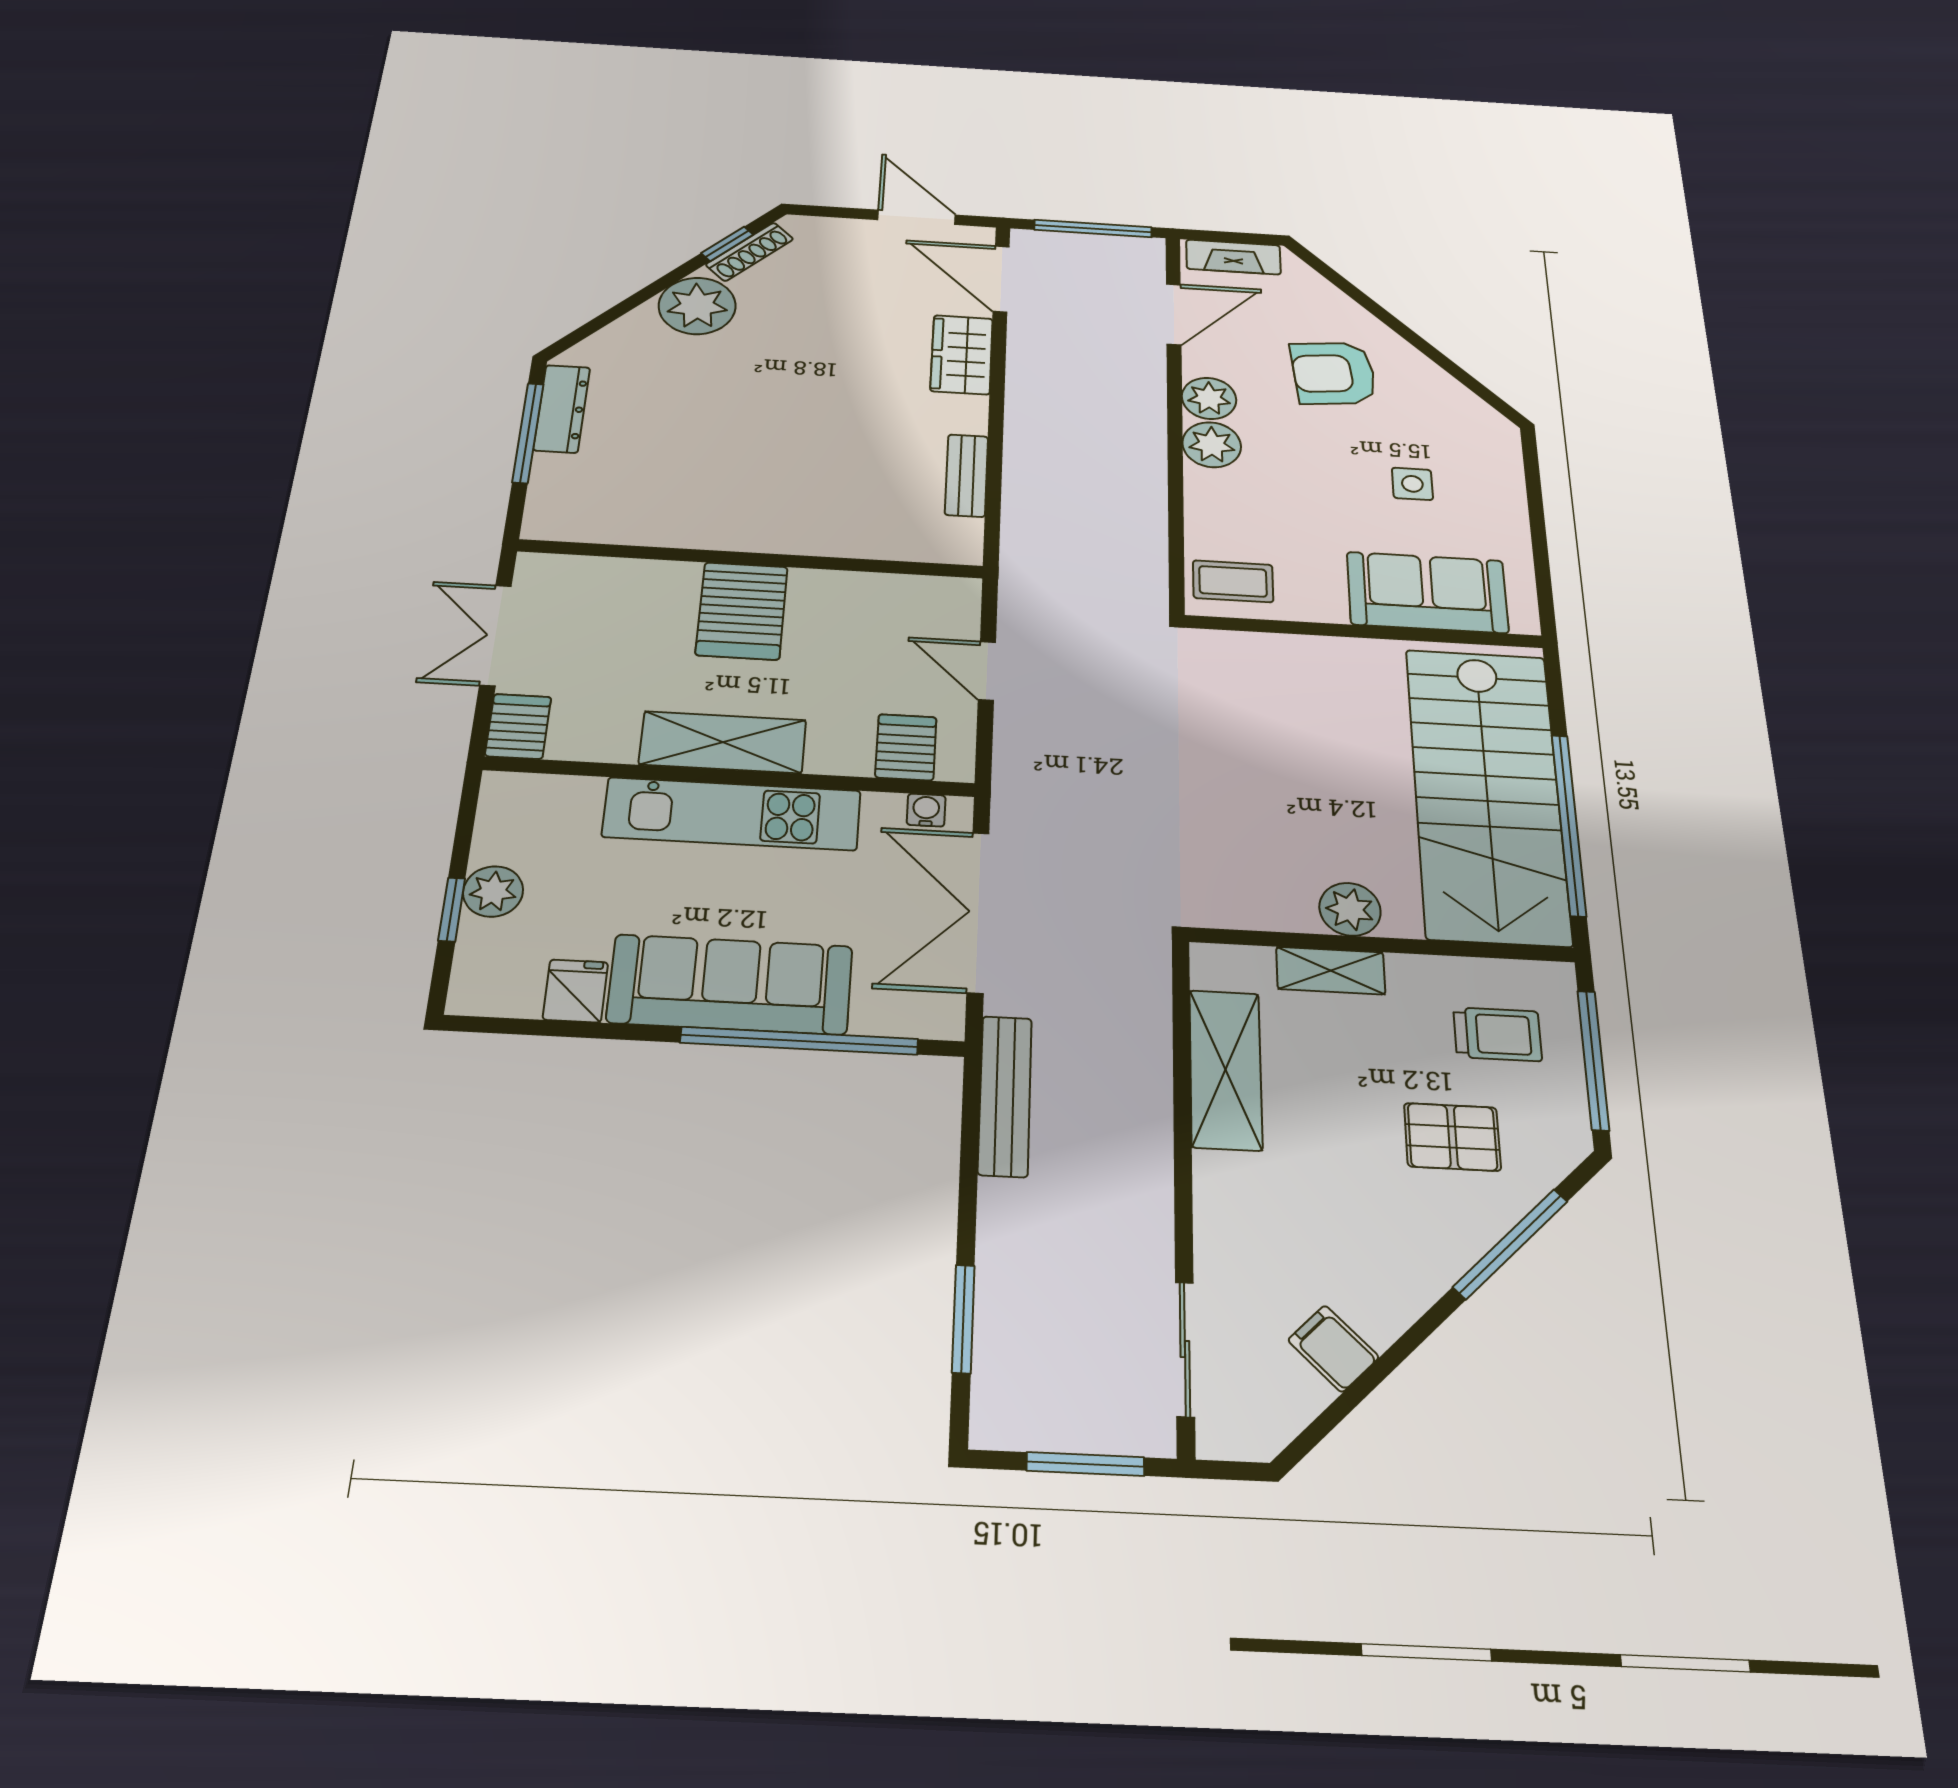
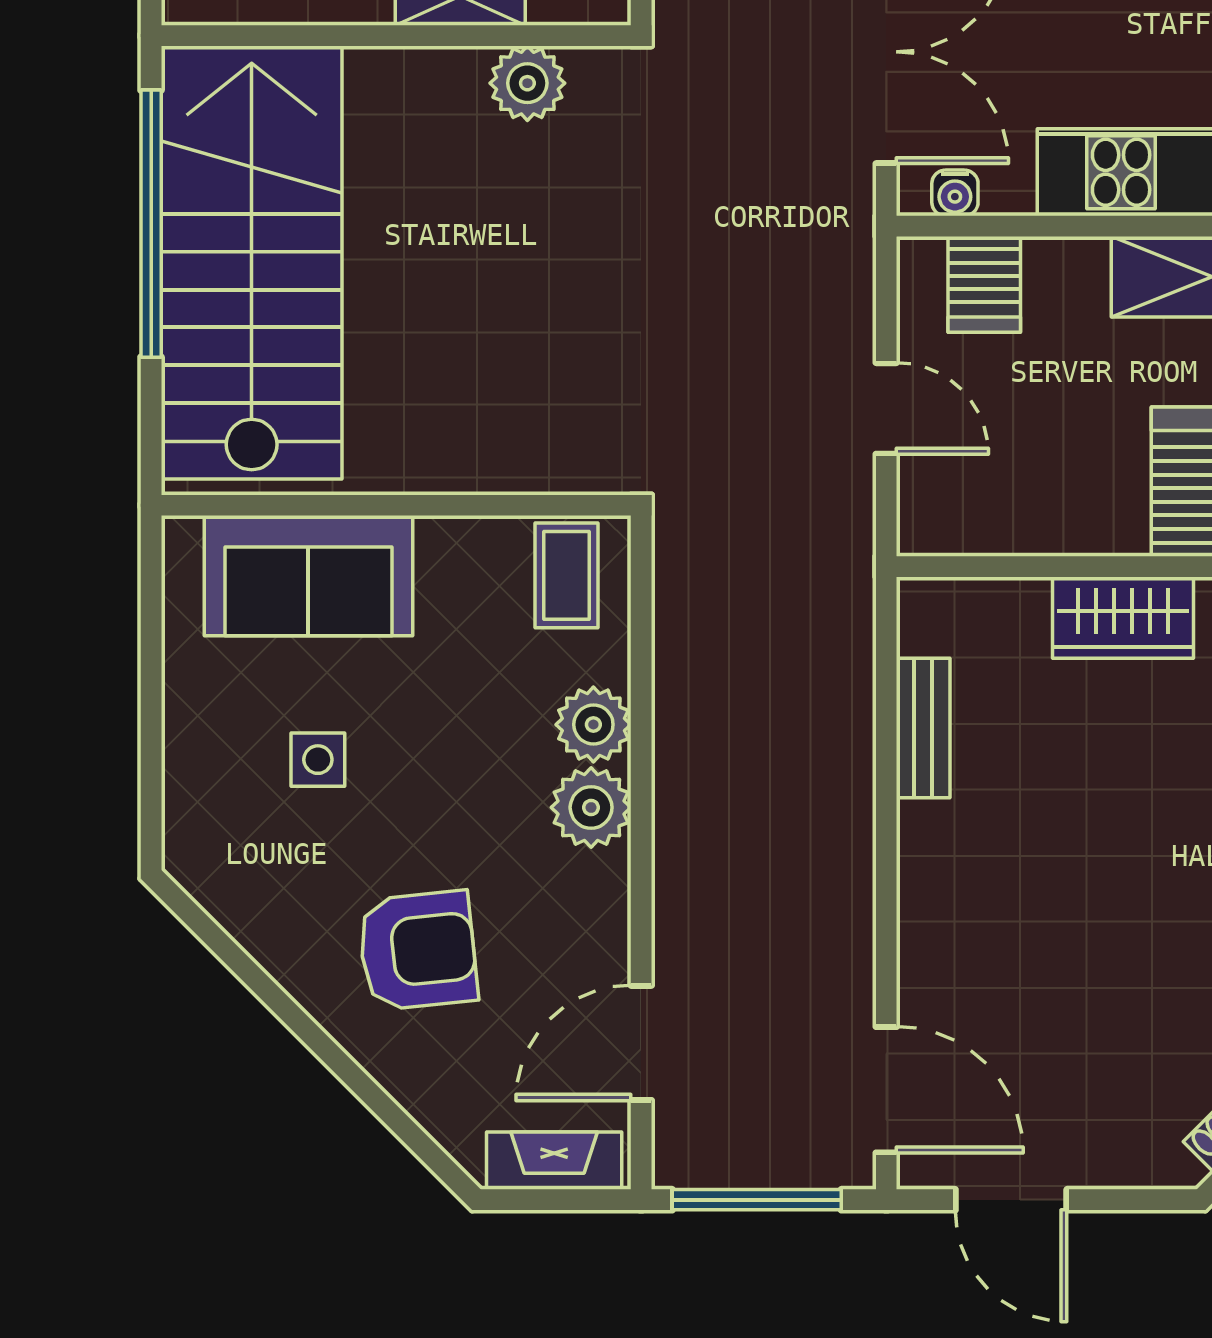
wardrobe: (962, 355) -> (1123, 618), moved, turned 90
plant: (1209, 398) -> (593, 725), moved
coffee table: (1233, 581) -> (567, 575), turned 90
plant: (1350, 909) -> (527, 83), moved

